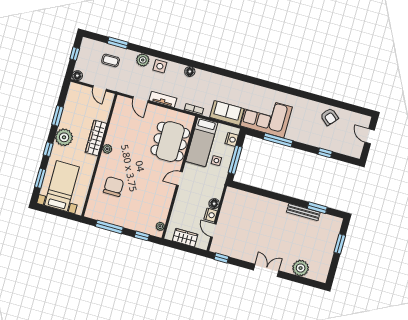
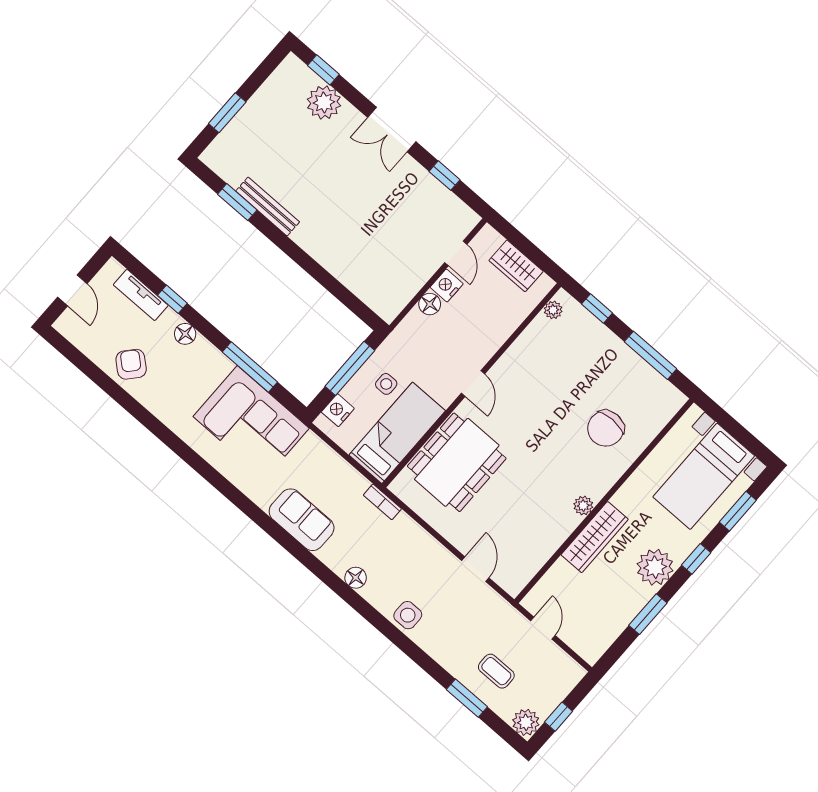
plant: (143, 60) -> (526, 722), moved
floor lamp: (77, 76) -> (185, 334), moved
tv unit: (163, 99) -> (141, 295), moved
sofa: (227, 113) -> (302, 520), moved, turned 180
door: (179, 179) -> (473, 383), hinge flipped
window: (221, 258) -> (445, 176), moved
window: (308, 282) -> (323, 70), added

